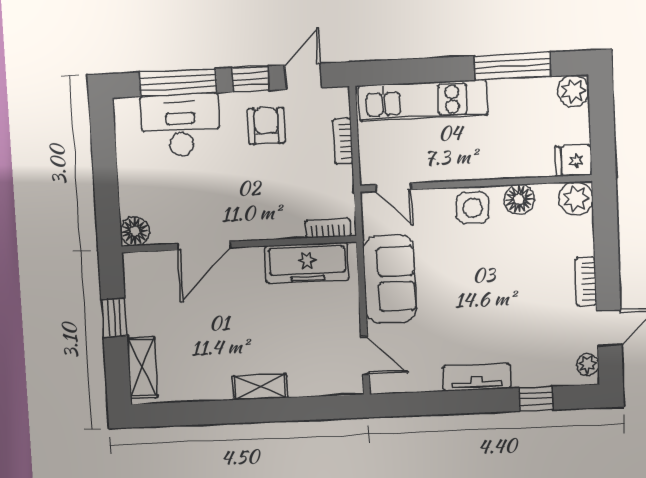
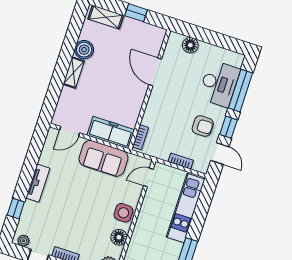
floor lamp: (135, 231) -> (190, 45), moved
freezer: (307, 263) -> (111, 132), moved, turned 90
boiler: (213, 384) -> (84, 50), added

